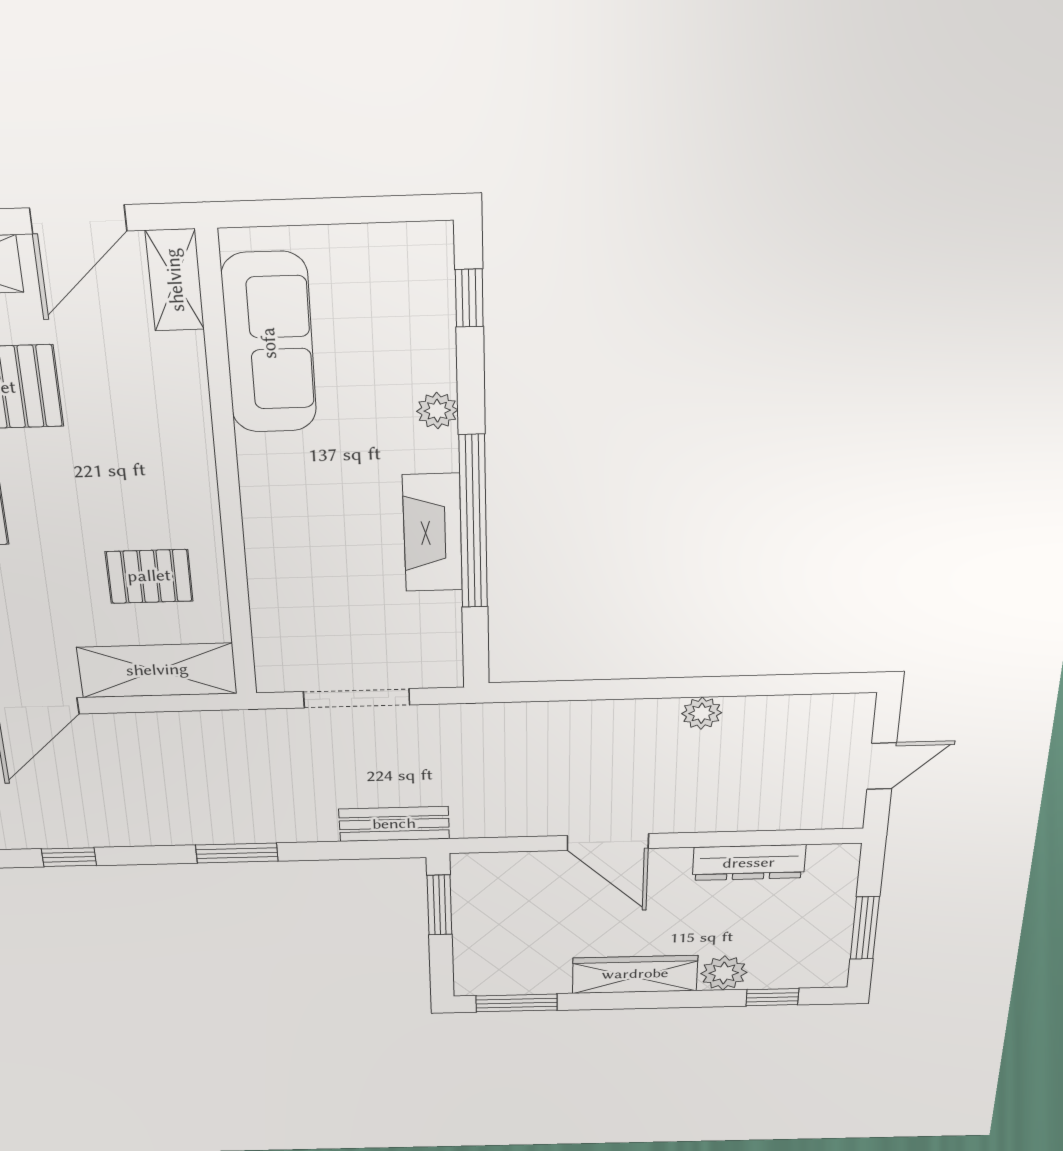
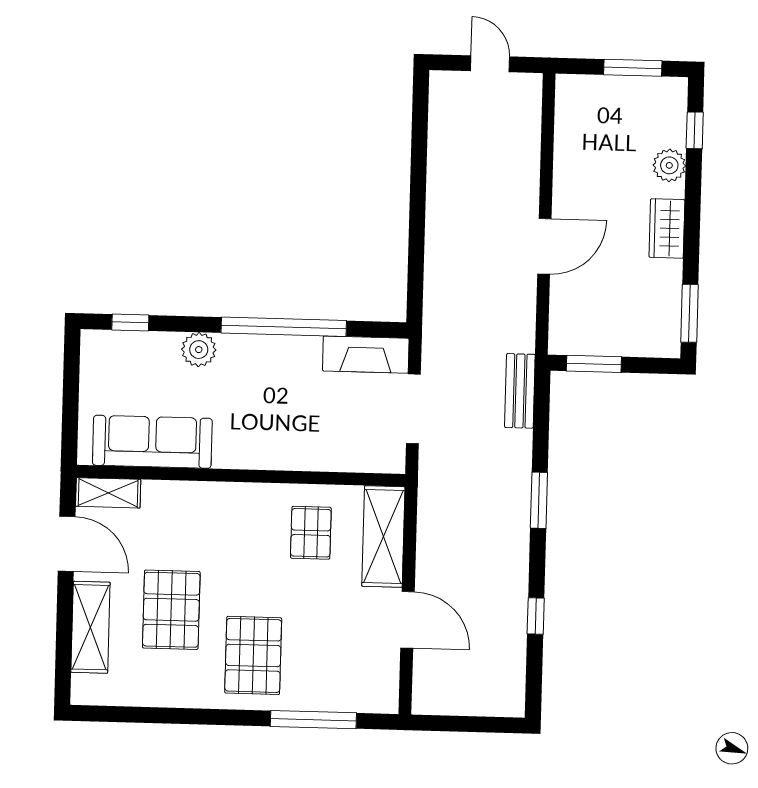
plant: (437, 411) -> (199, 350), width x1.38, depth x1.38
fireplace: (433, 533) -> (366, 355), moved
plant: (702, 713) -> (439, 184), removed
dresser: (749, 863) -> (568, 150), removed
wardrobe: (635, 974) -> (667, 228), width x0.67

